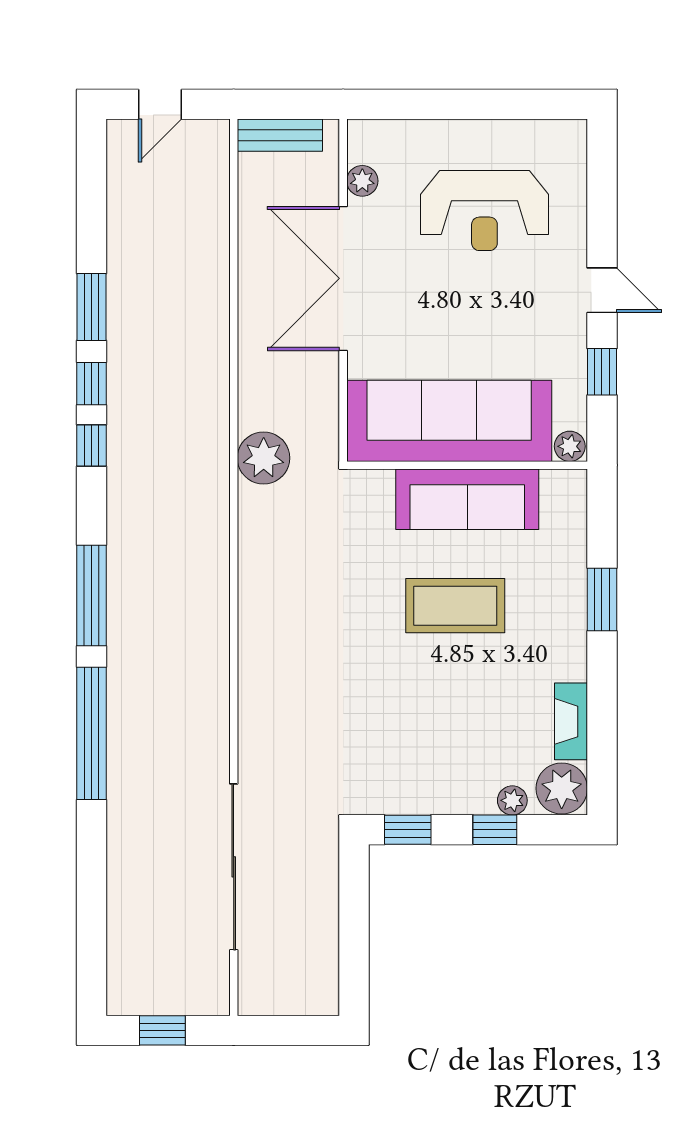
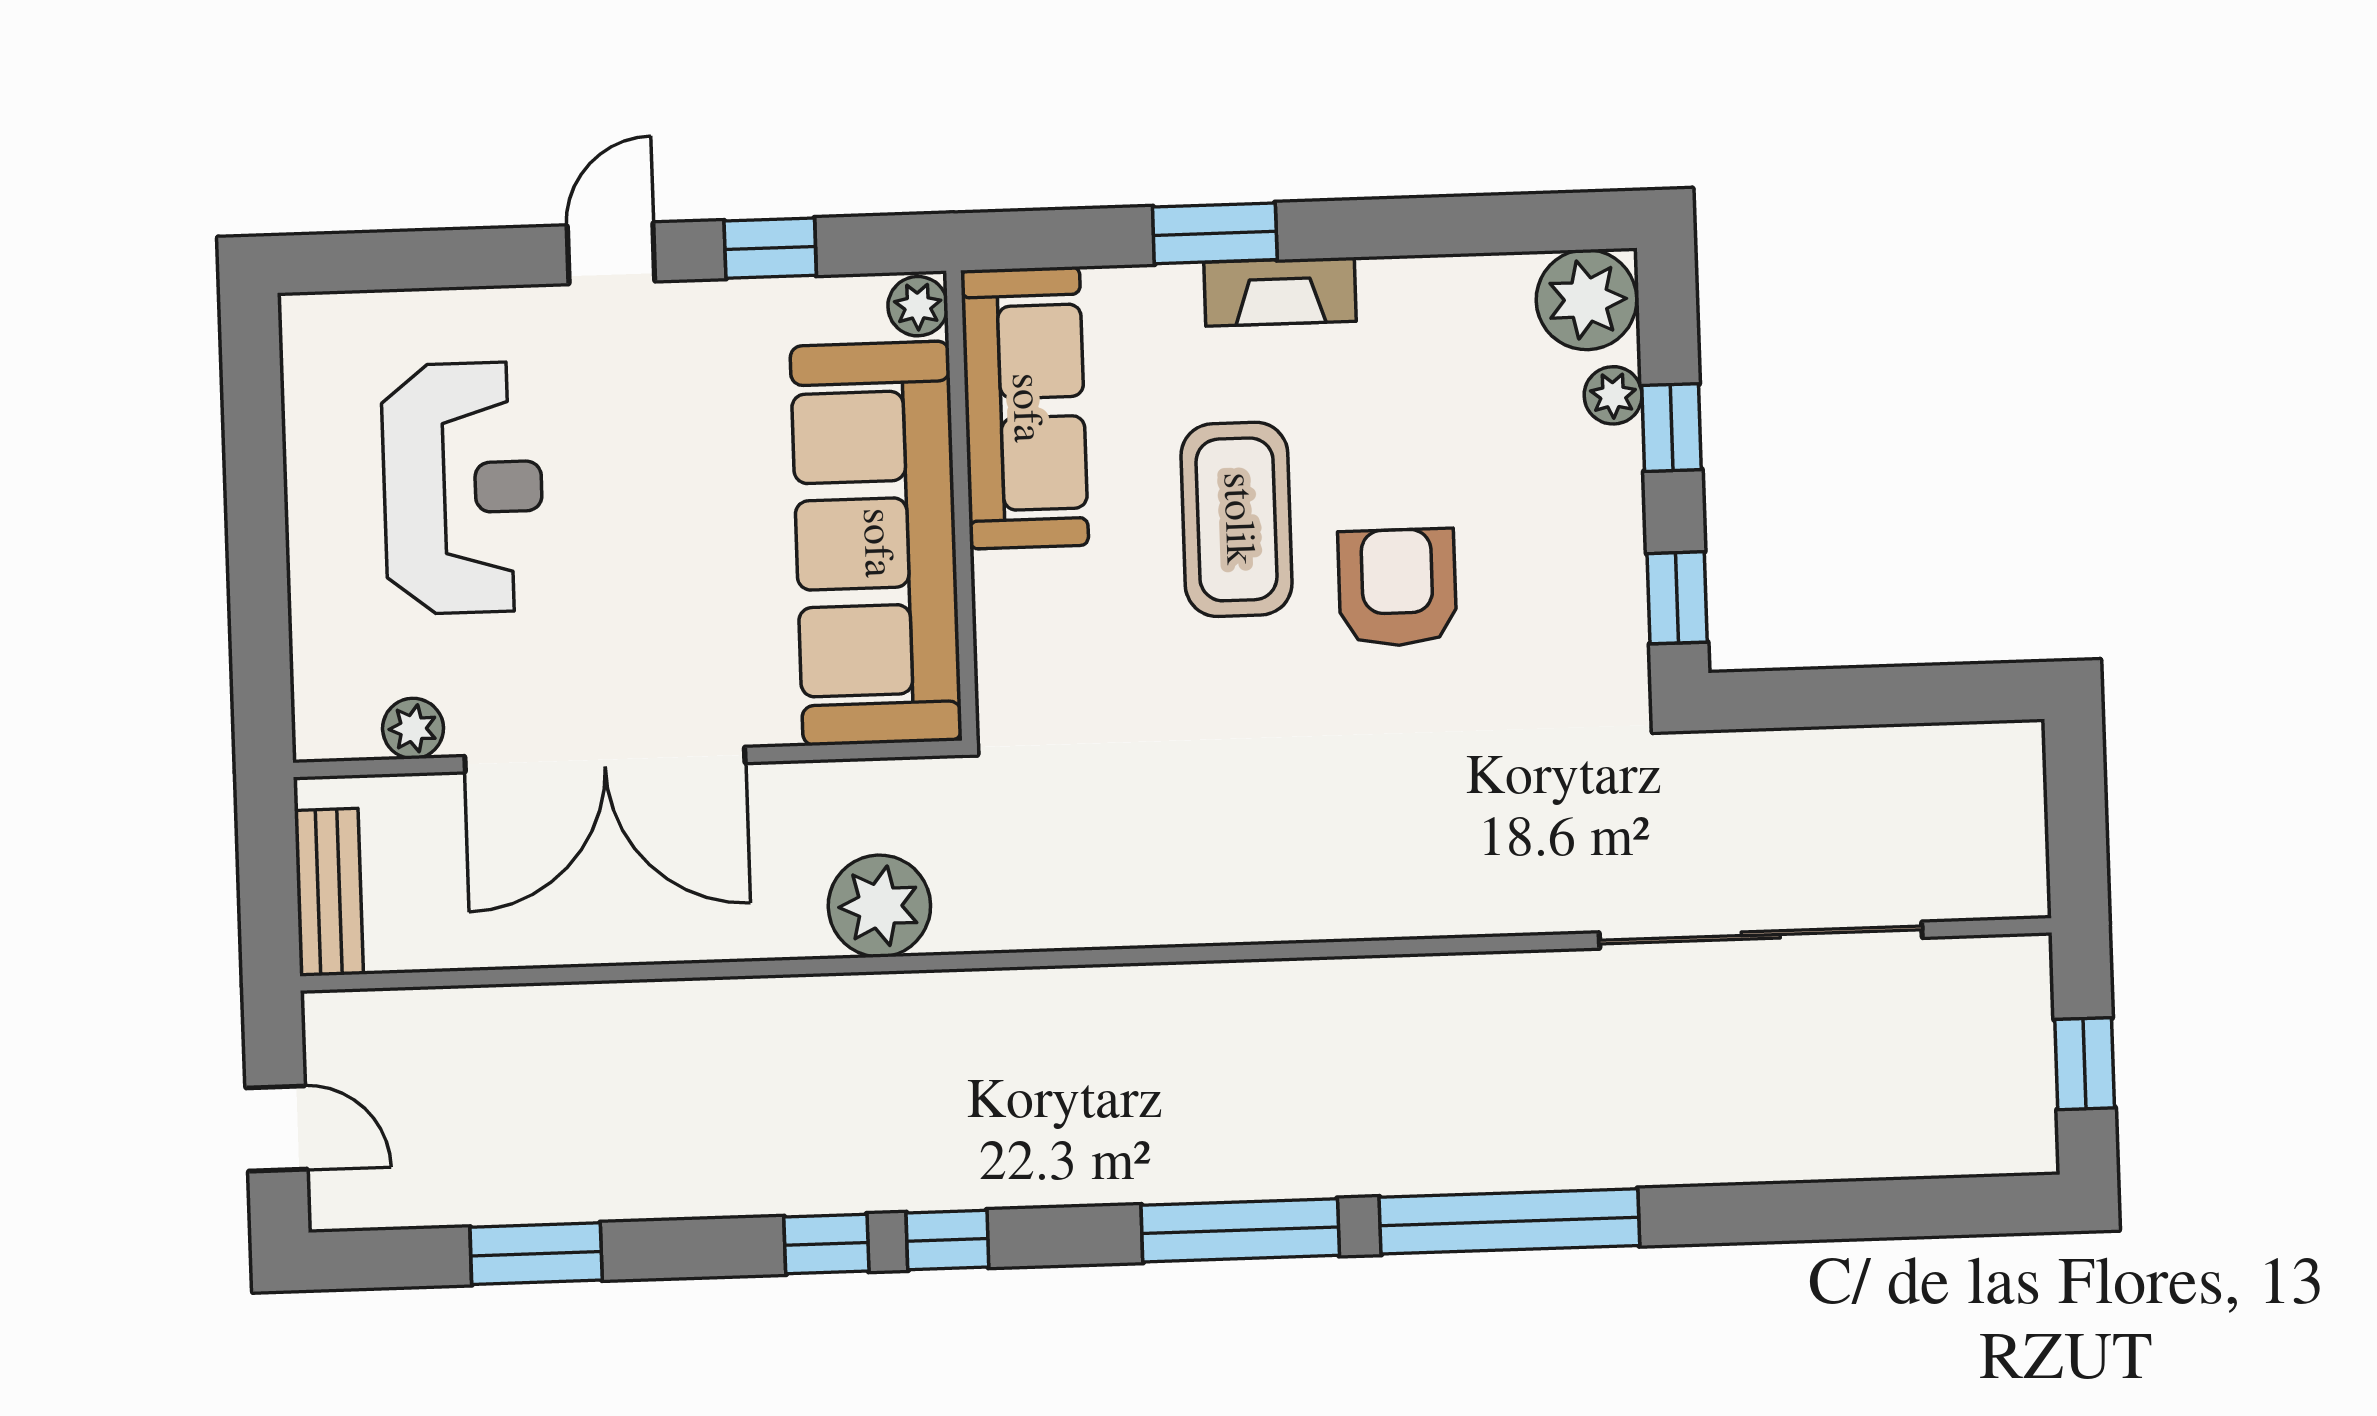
window: (92, 307) -> (536, 1254), moved
plant: (264, 458) -> (879, 906), moved
sofa: (467, 499) -> (1025, 408), moved
armchair: (418, 687) -> (1397, 588), added
fireplace: (571, 721) -> (1280, 292), moved

